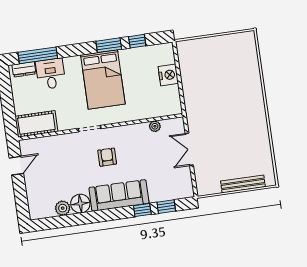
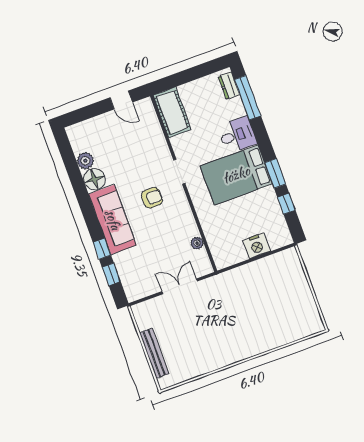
desk: (51, 74) -> (237, 135), moved

